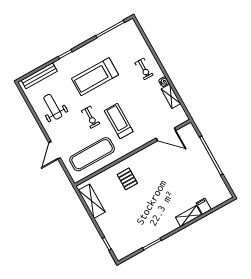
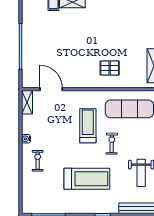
shelving: (171, 96) -> (27, 102), moved
treadmill: (119, 121) -> (88, 126), turned 180
pallet: (127, 179) -> (110, 68), turned 90

